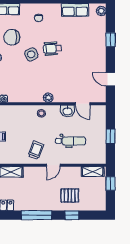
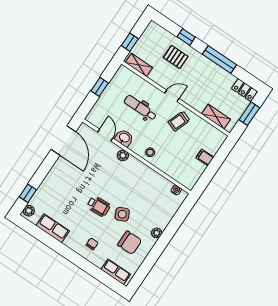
window: (110, 40) -> (28, 193), moved
door: (110, 79) -> (63, 141), width x1.88
plant: (48, 98) -> (123, 155), moved

